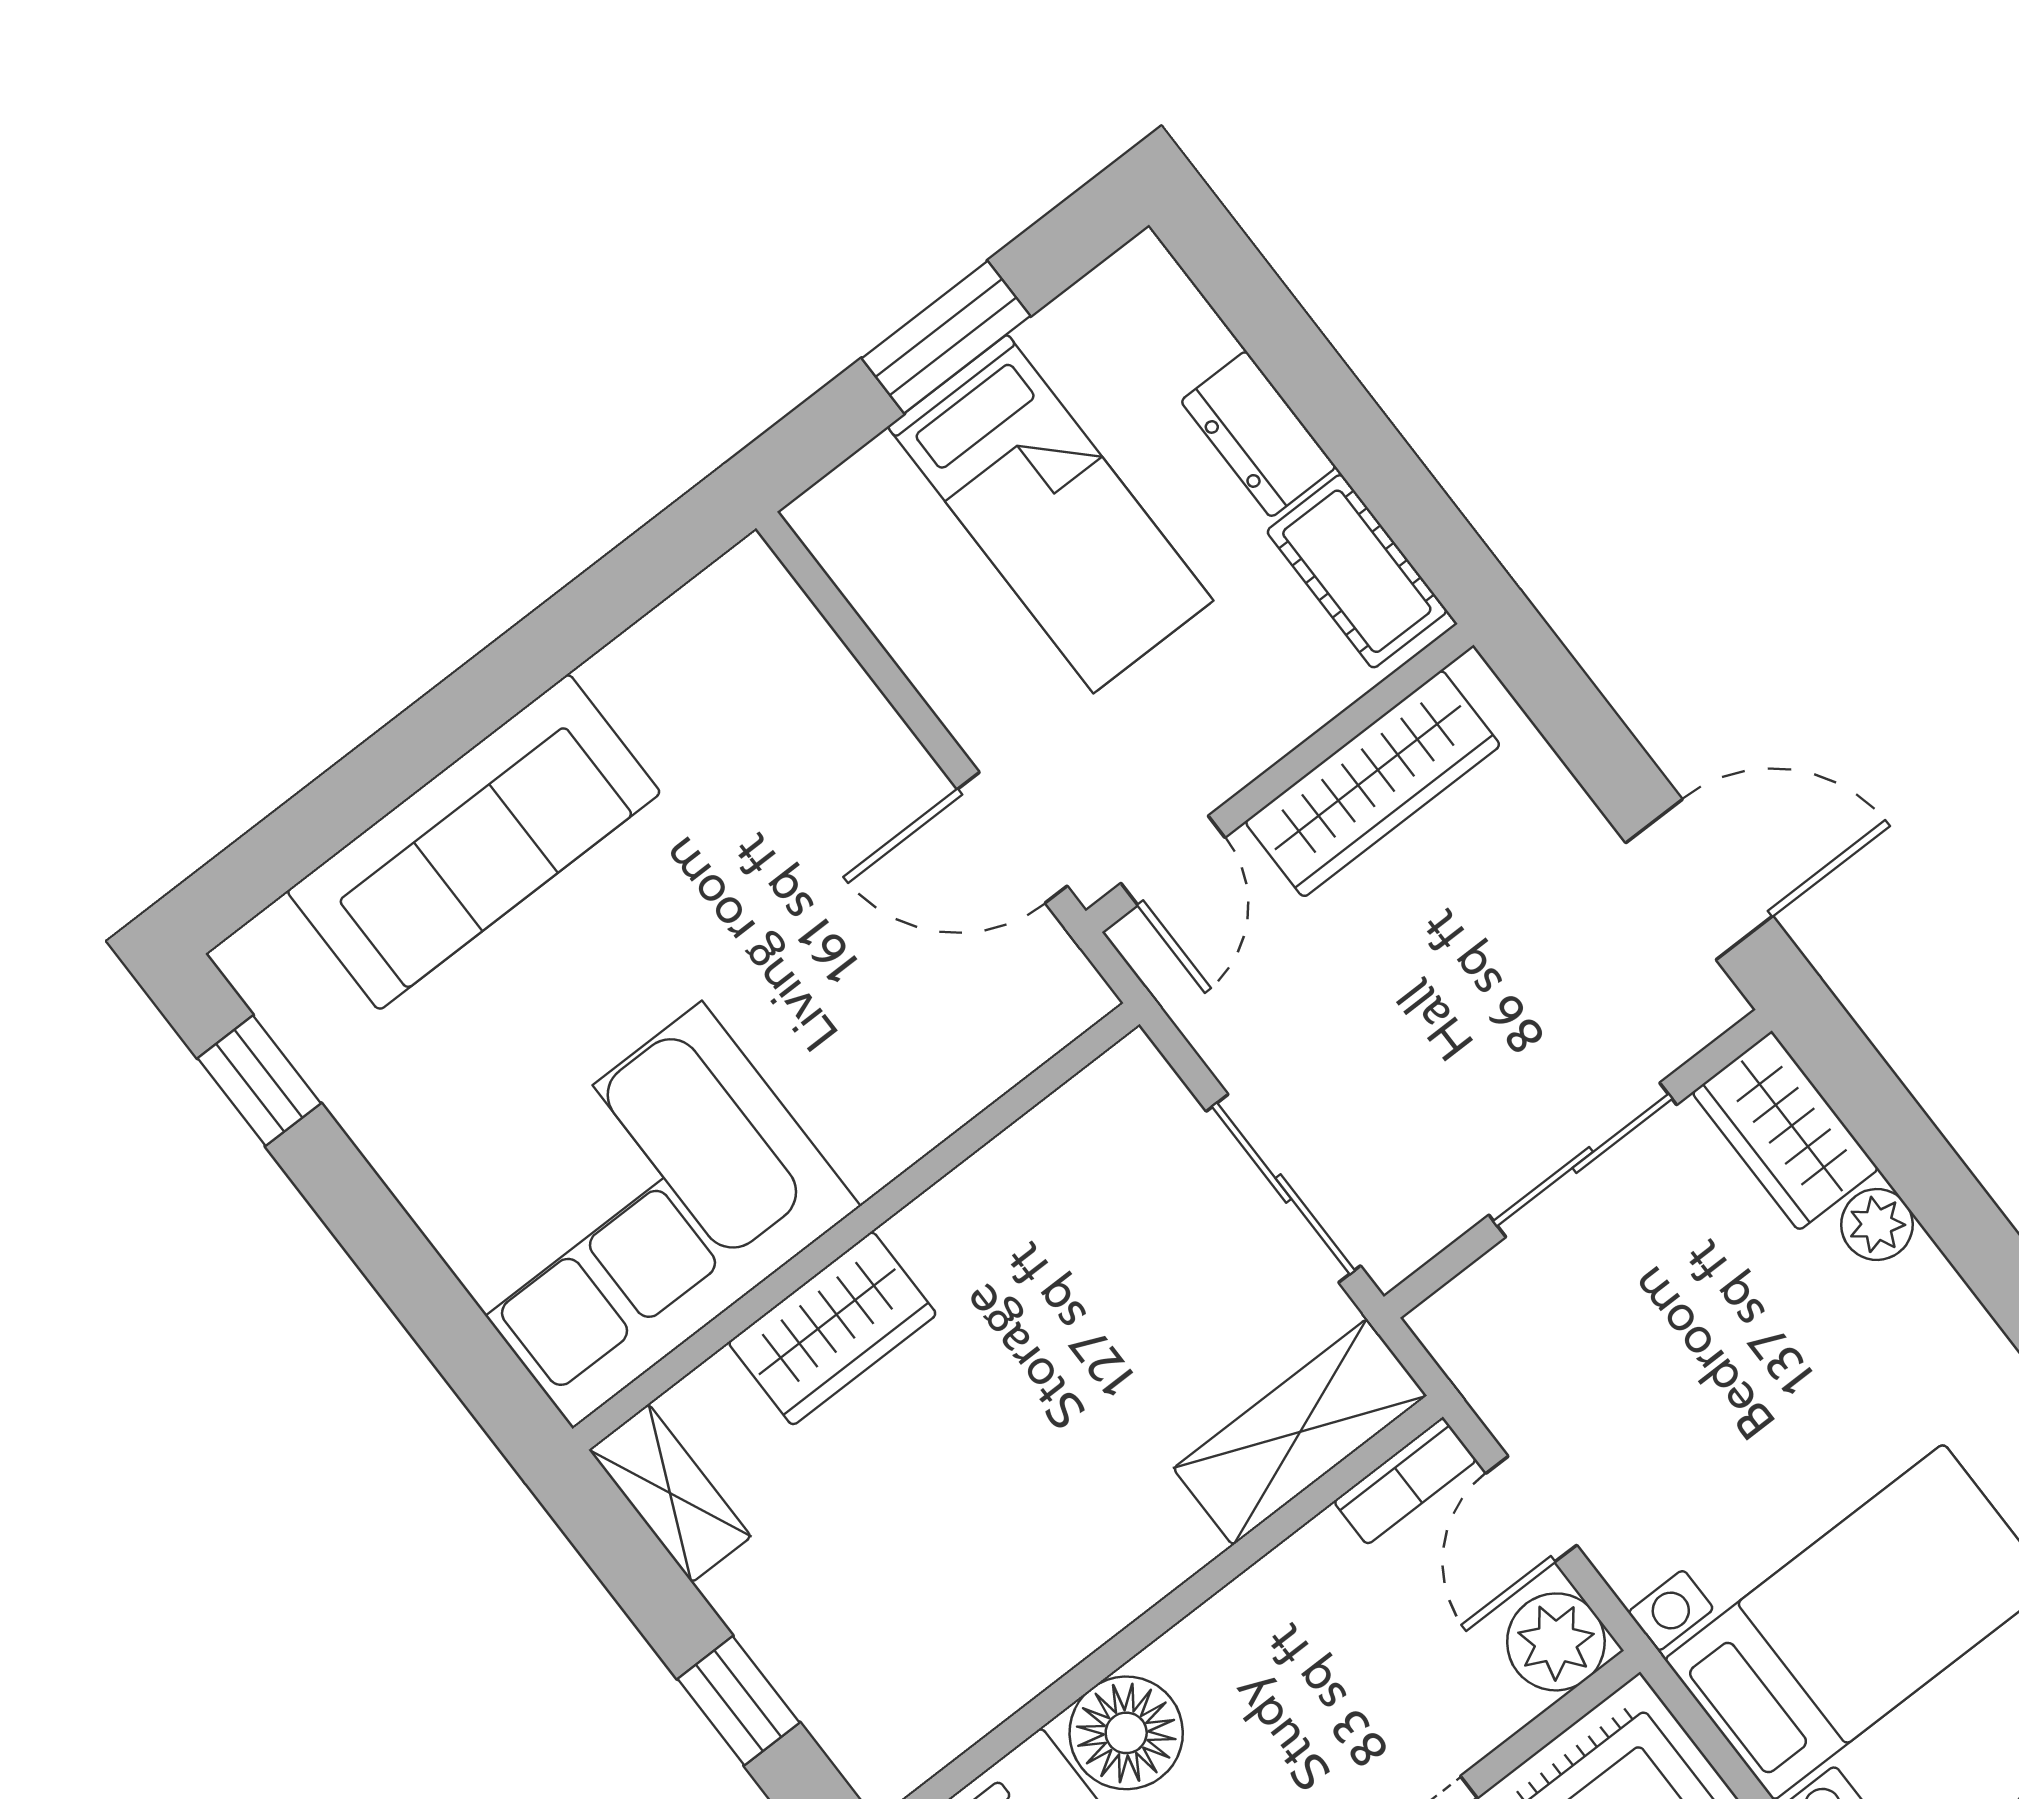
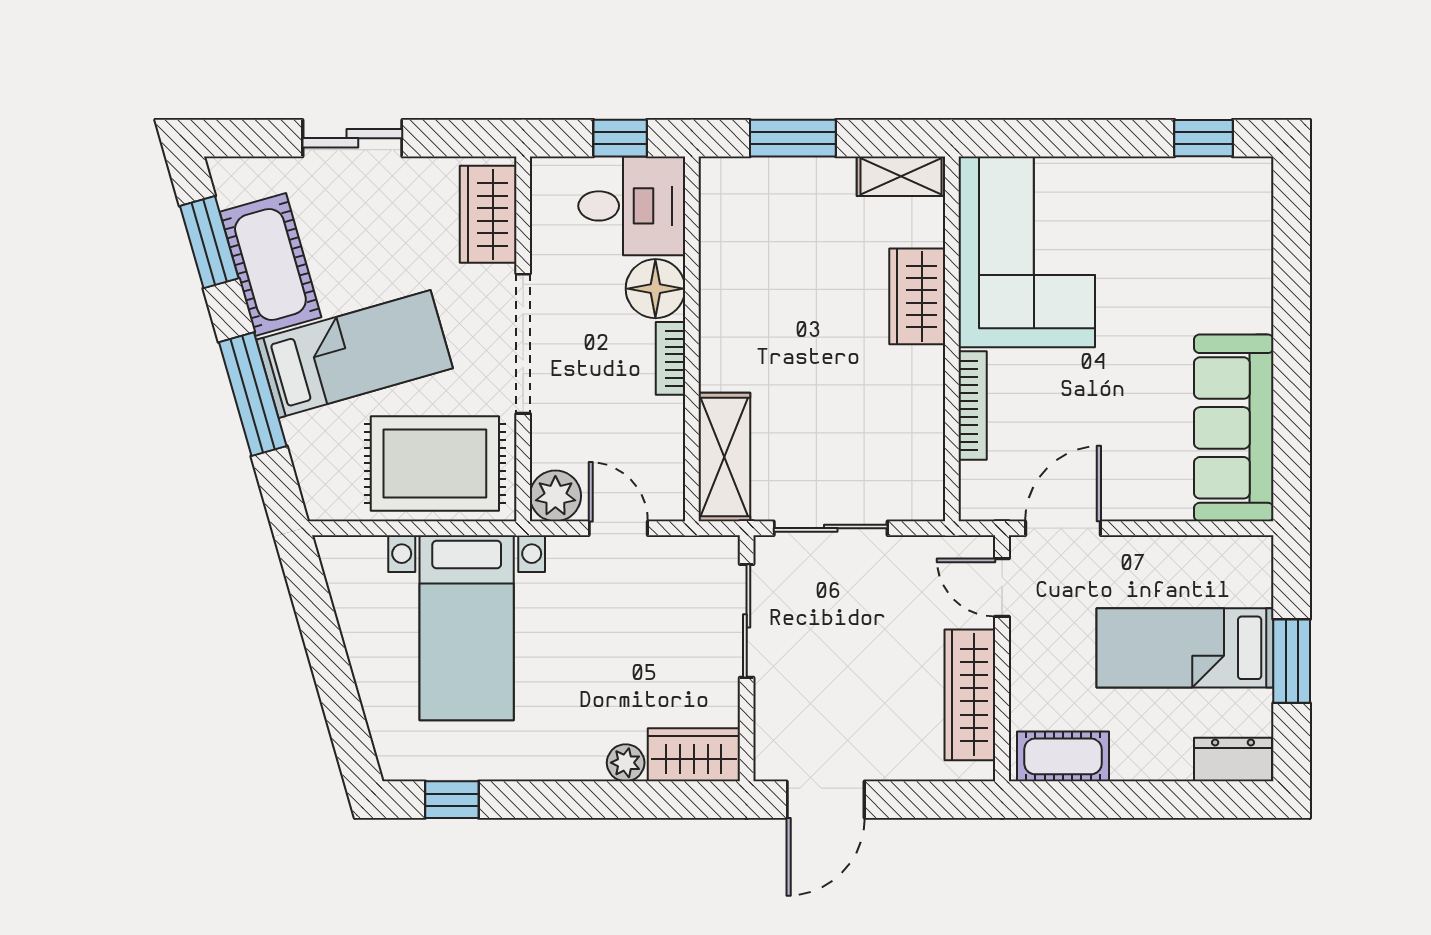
dresser: (1258, 434) -> (1233, 760), moved
sofa: (474, 842) -> (1234, 428), moved
bookcase: (932, 1117) -> (973, 405), added
sliding door: (1583, 1160) -> (747, 621), moved
bookcase: (1405, 1481) -> (670, 358), moved
window: (739, 1701) -> (793, 138), width x1.50

